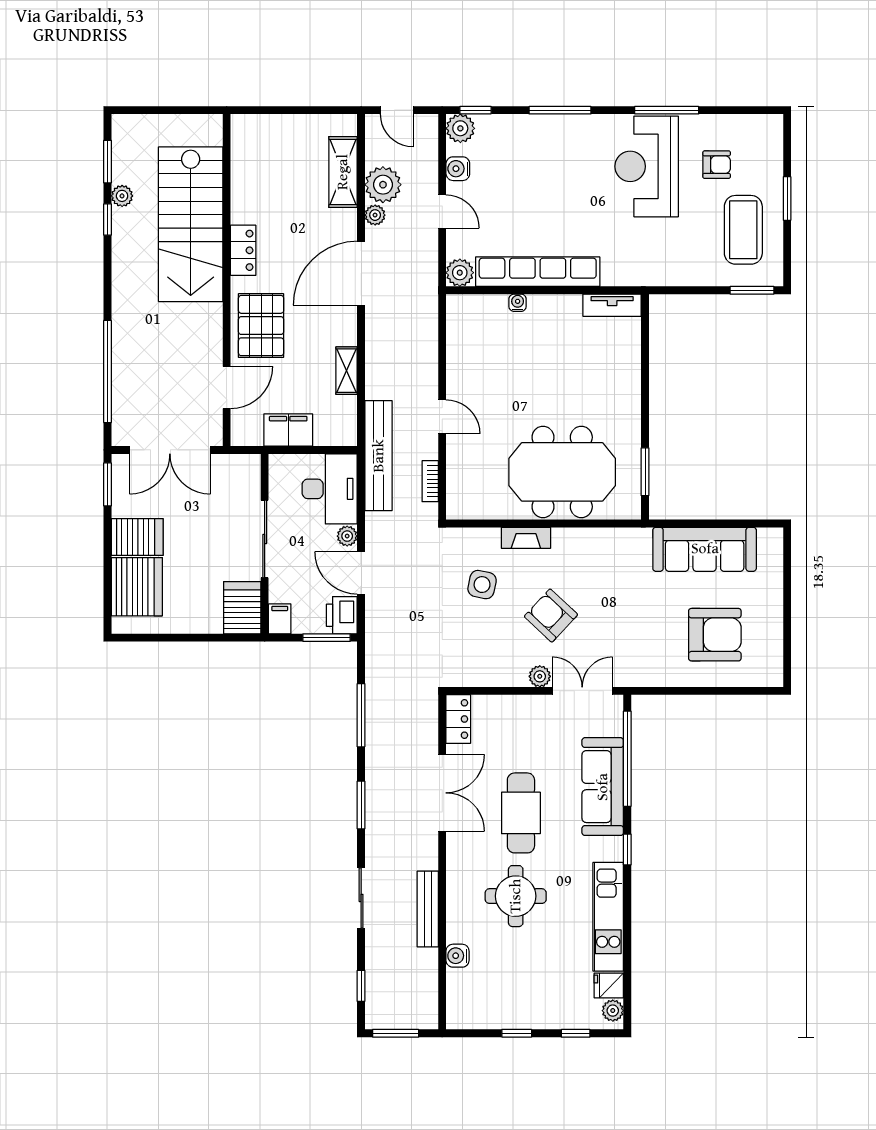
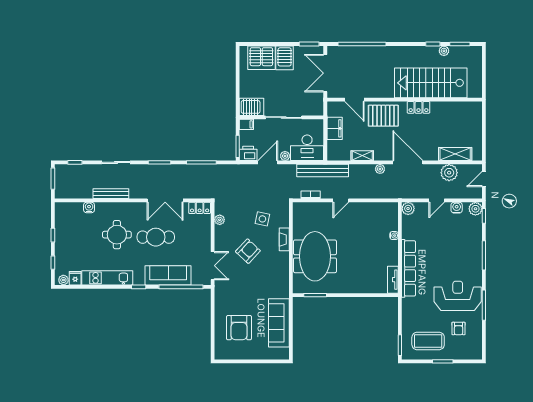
plant: (375, 215) -> (380, 169), moved
row of seats: (538, 272) -> (409, 268), moved
plant: (540, 676) -> (220, 220), moved

